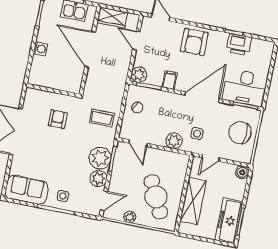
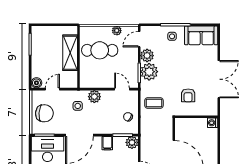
washing machine: (40, 49) -> (213, 123), moved
door: (211, 158) -> (52, 89), moved
cafe table: (156, 197) -> (100, 50), turned -64
freezer: (229, 221) -> (39, 43), removed

